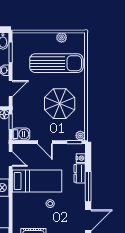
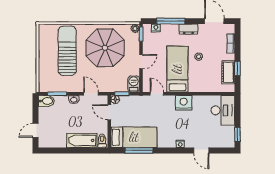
plant: (62, 37) -> (43, 46), removed
parasol: (60, 104) -> (105, 48), width x1.36, depth x1.36
door: (11, 159) -> (157, 94), hinge flipped
dresser: (80, 173) -> (188, 29), moved
window: (88, 187) -> (171, 21), moved

